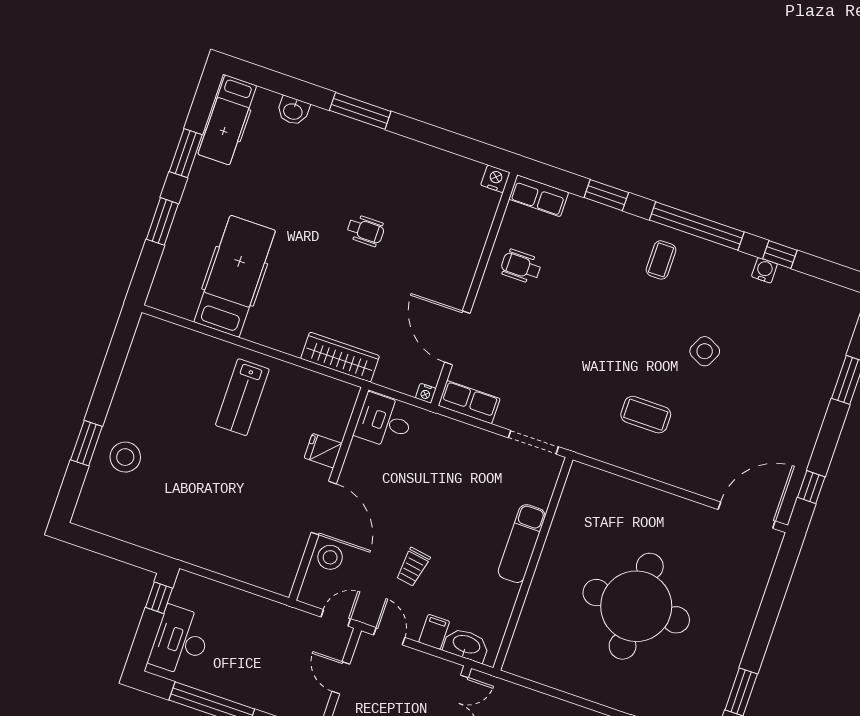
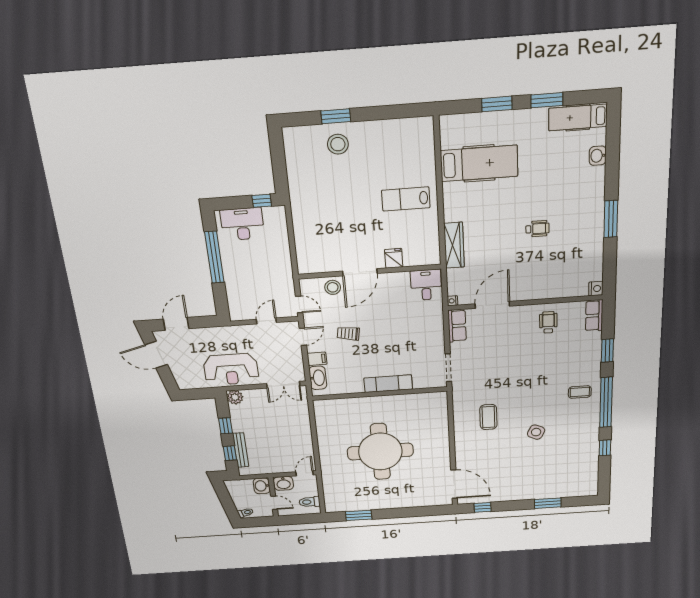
window: (360, 111) -> (611, 219), moved
wheelchair: (365, 230) -> (537, 229), turned -90
water cooler: (764, 270) -> (593, 444), removed

